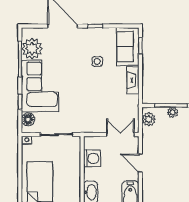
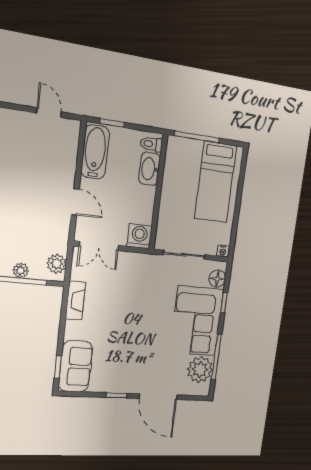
side table: (97, 61) -> (119, 349), removed
fireplace: (133, 80) -> (75, 301), moved
washing machine: (92, 158) -> (139, 236), moved, turned 90

